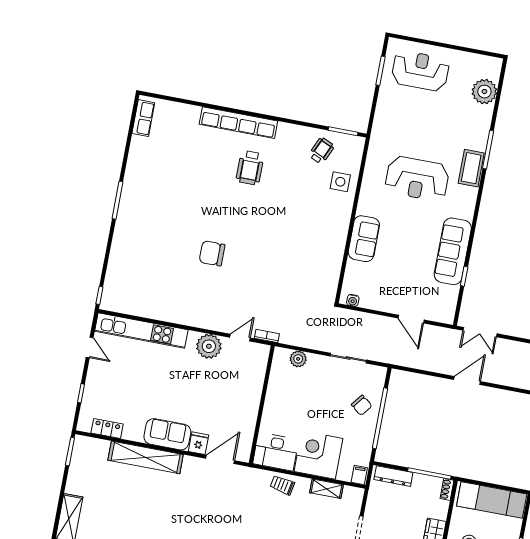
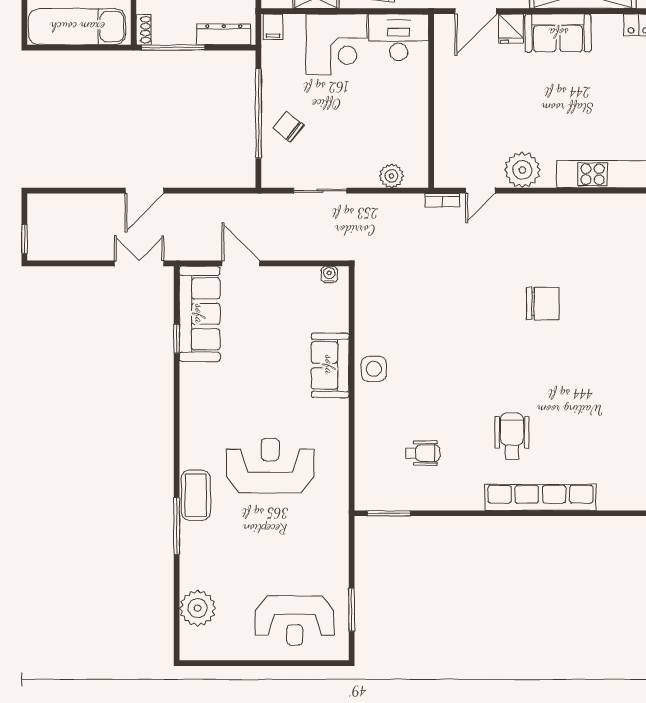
wheelchair: (321, 151) -> (423, 453), moved, turned -114
side table: (340, 182) -> (374, 369), moved
sofa: (453, 251) -> (200, 314), moved

